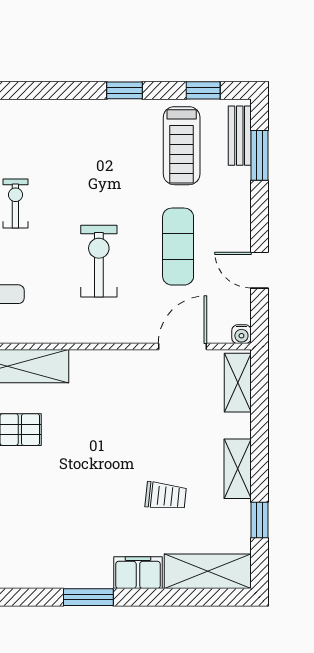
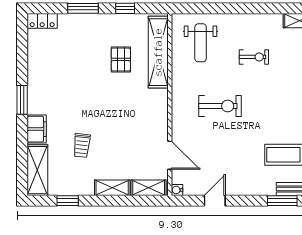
exercise mat: (178, 247) -> (229, 153), removed
shelving: (238, 469) -> (112, 188), moved

